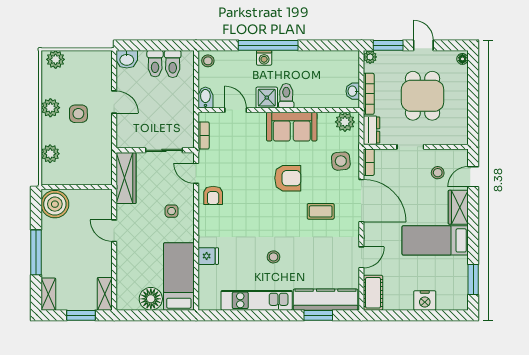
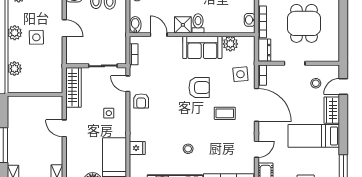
plant: (345, 122) -> (230, 44), moved
boiler: (55, 204) -> (18, 108), removed

